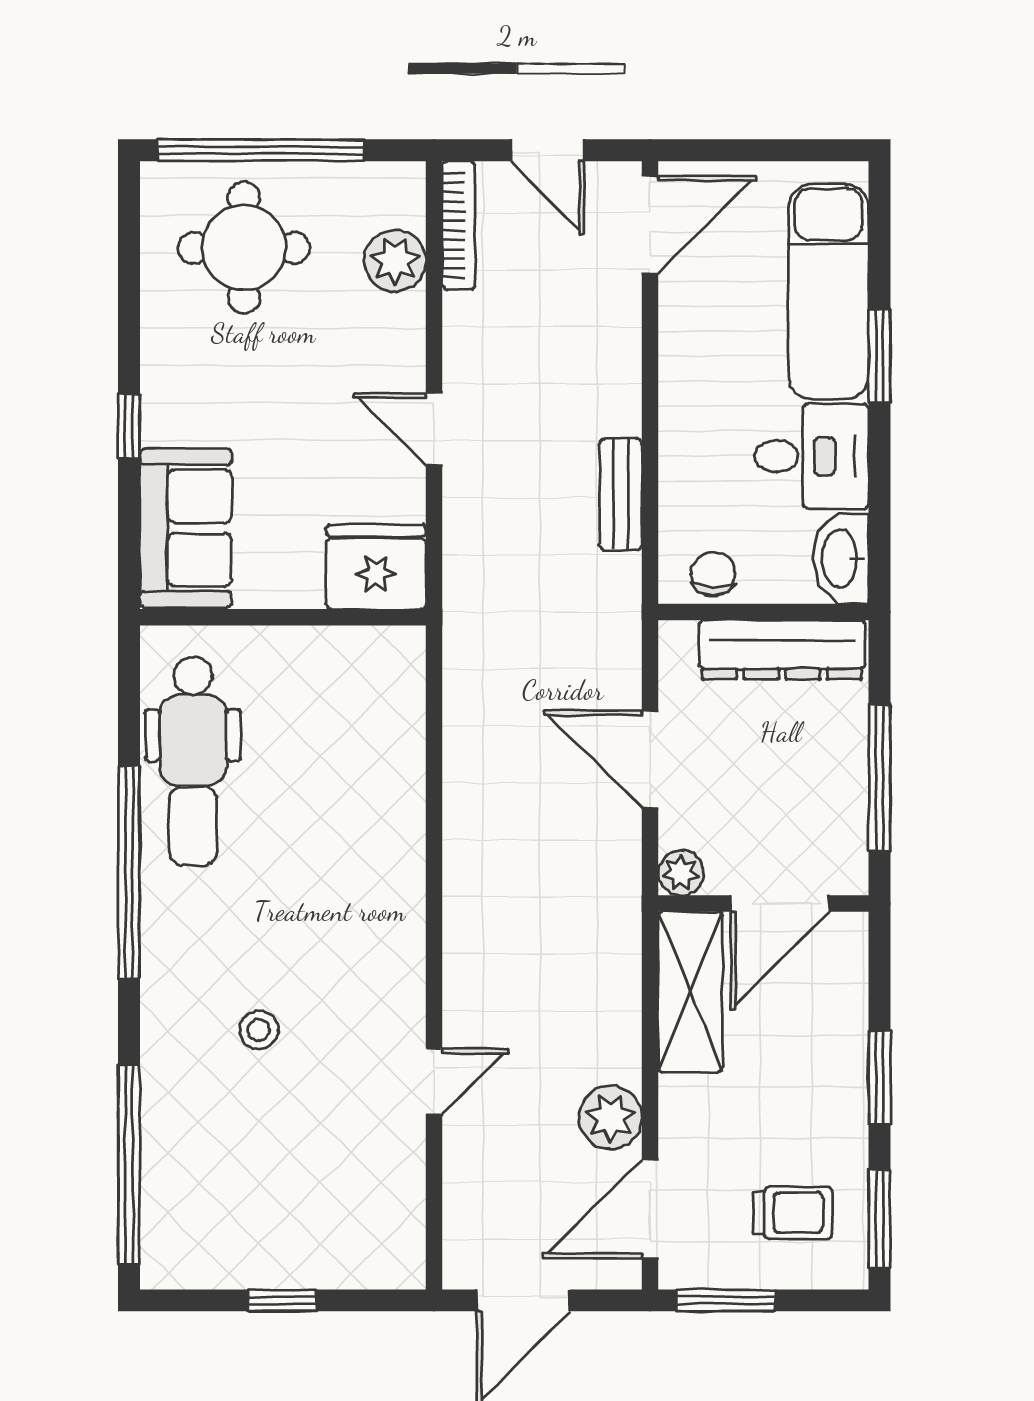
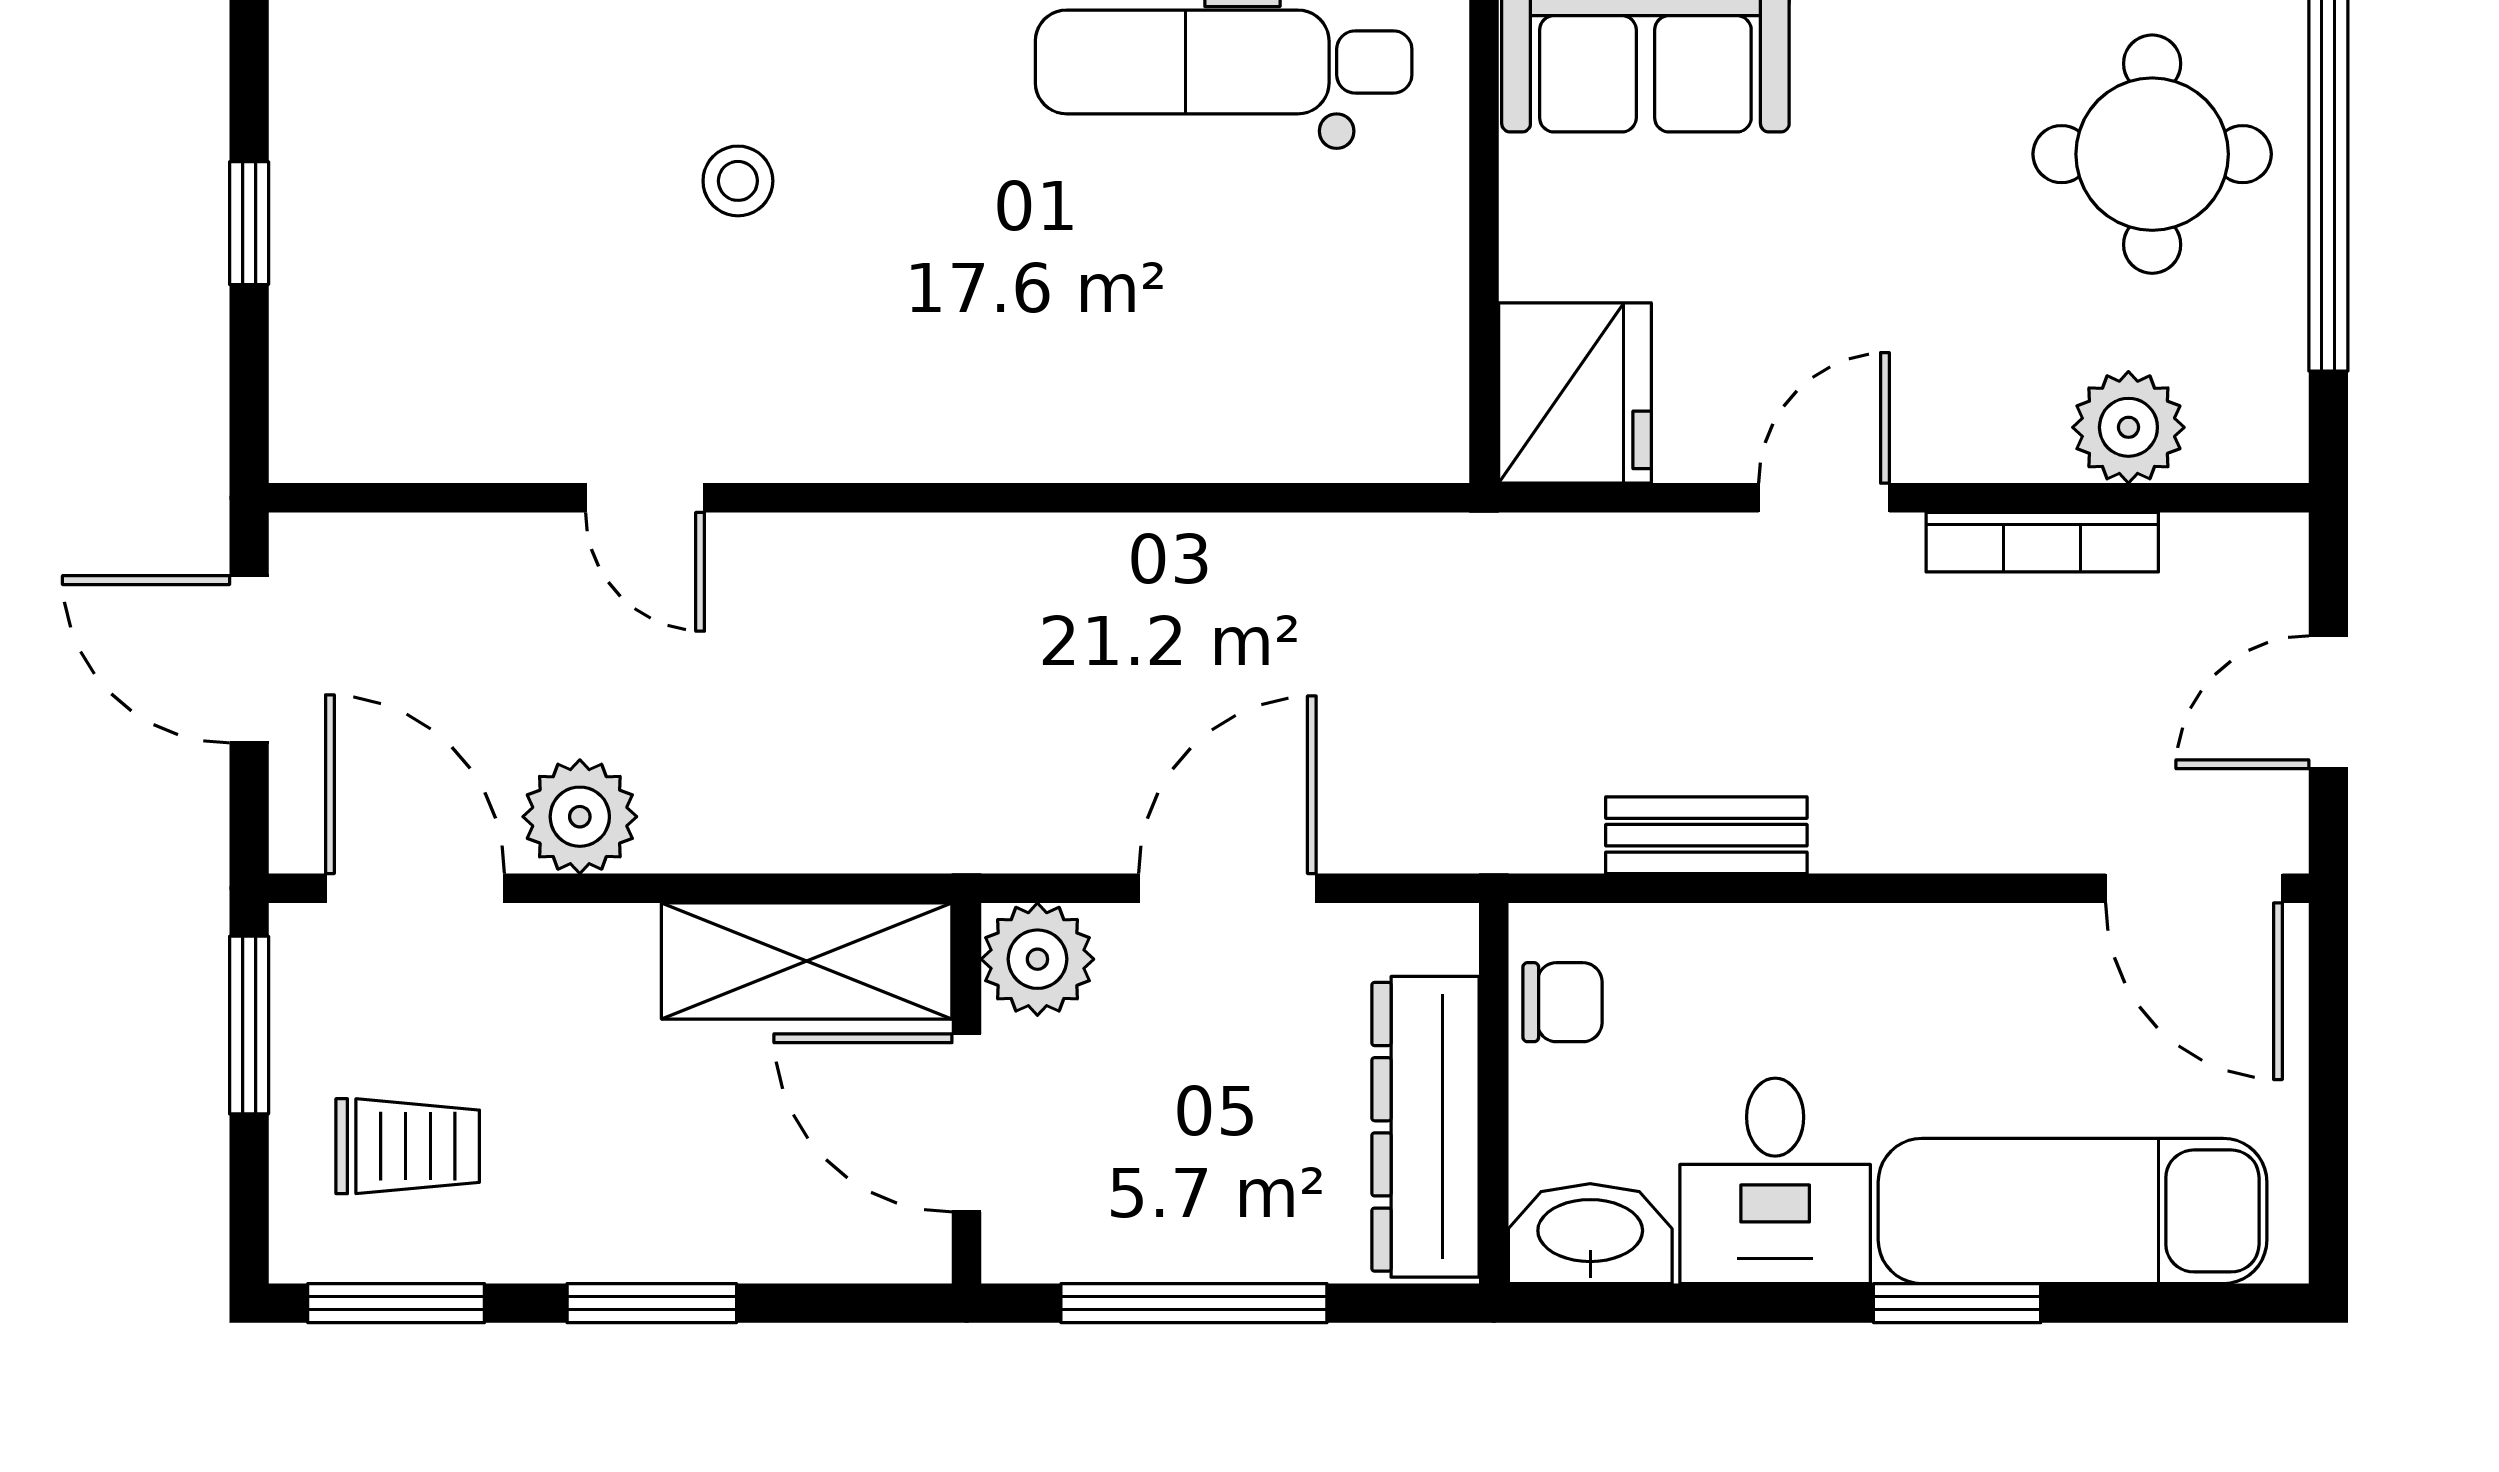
bookcase: (459, 225) -> (2042, 542), moved
plant: (681, 873) -> (1037, 959), width x1.38, depth x1.38
trolley: (793, 1213) -> (408, 1146), turned -90

